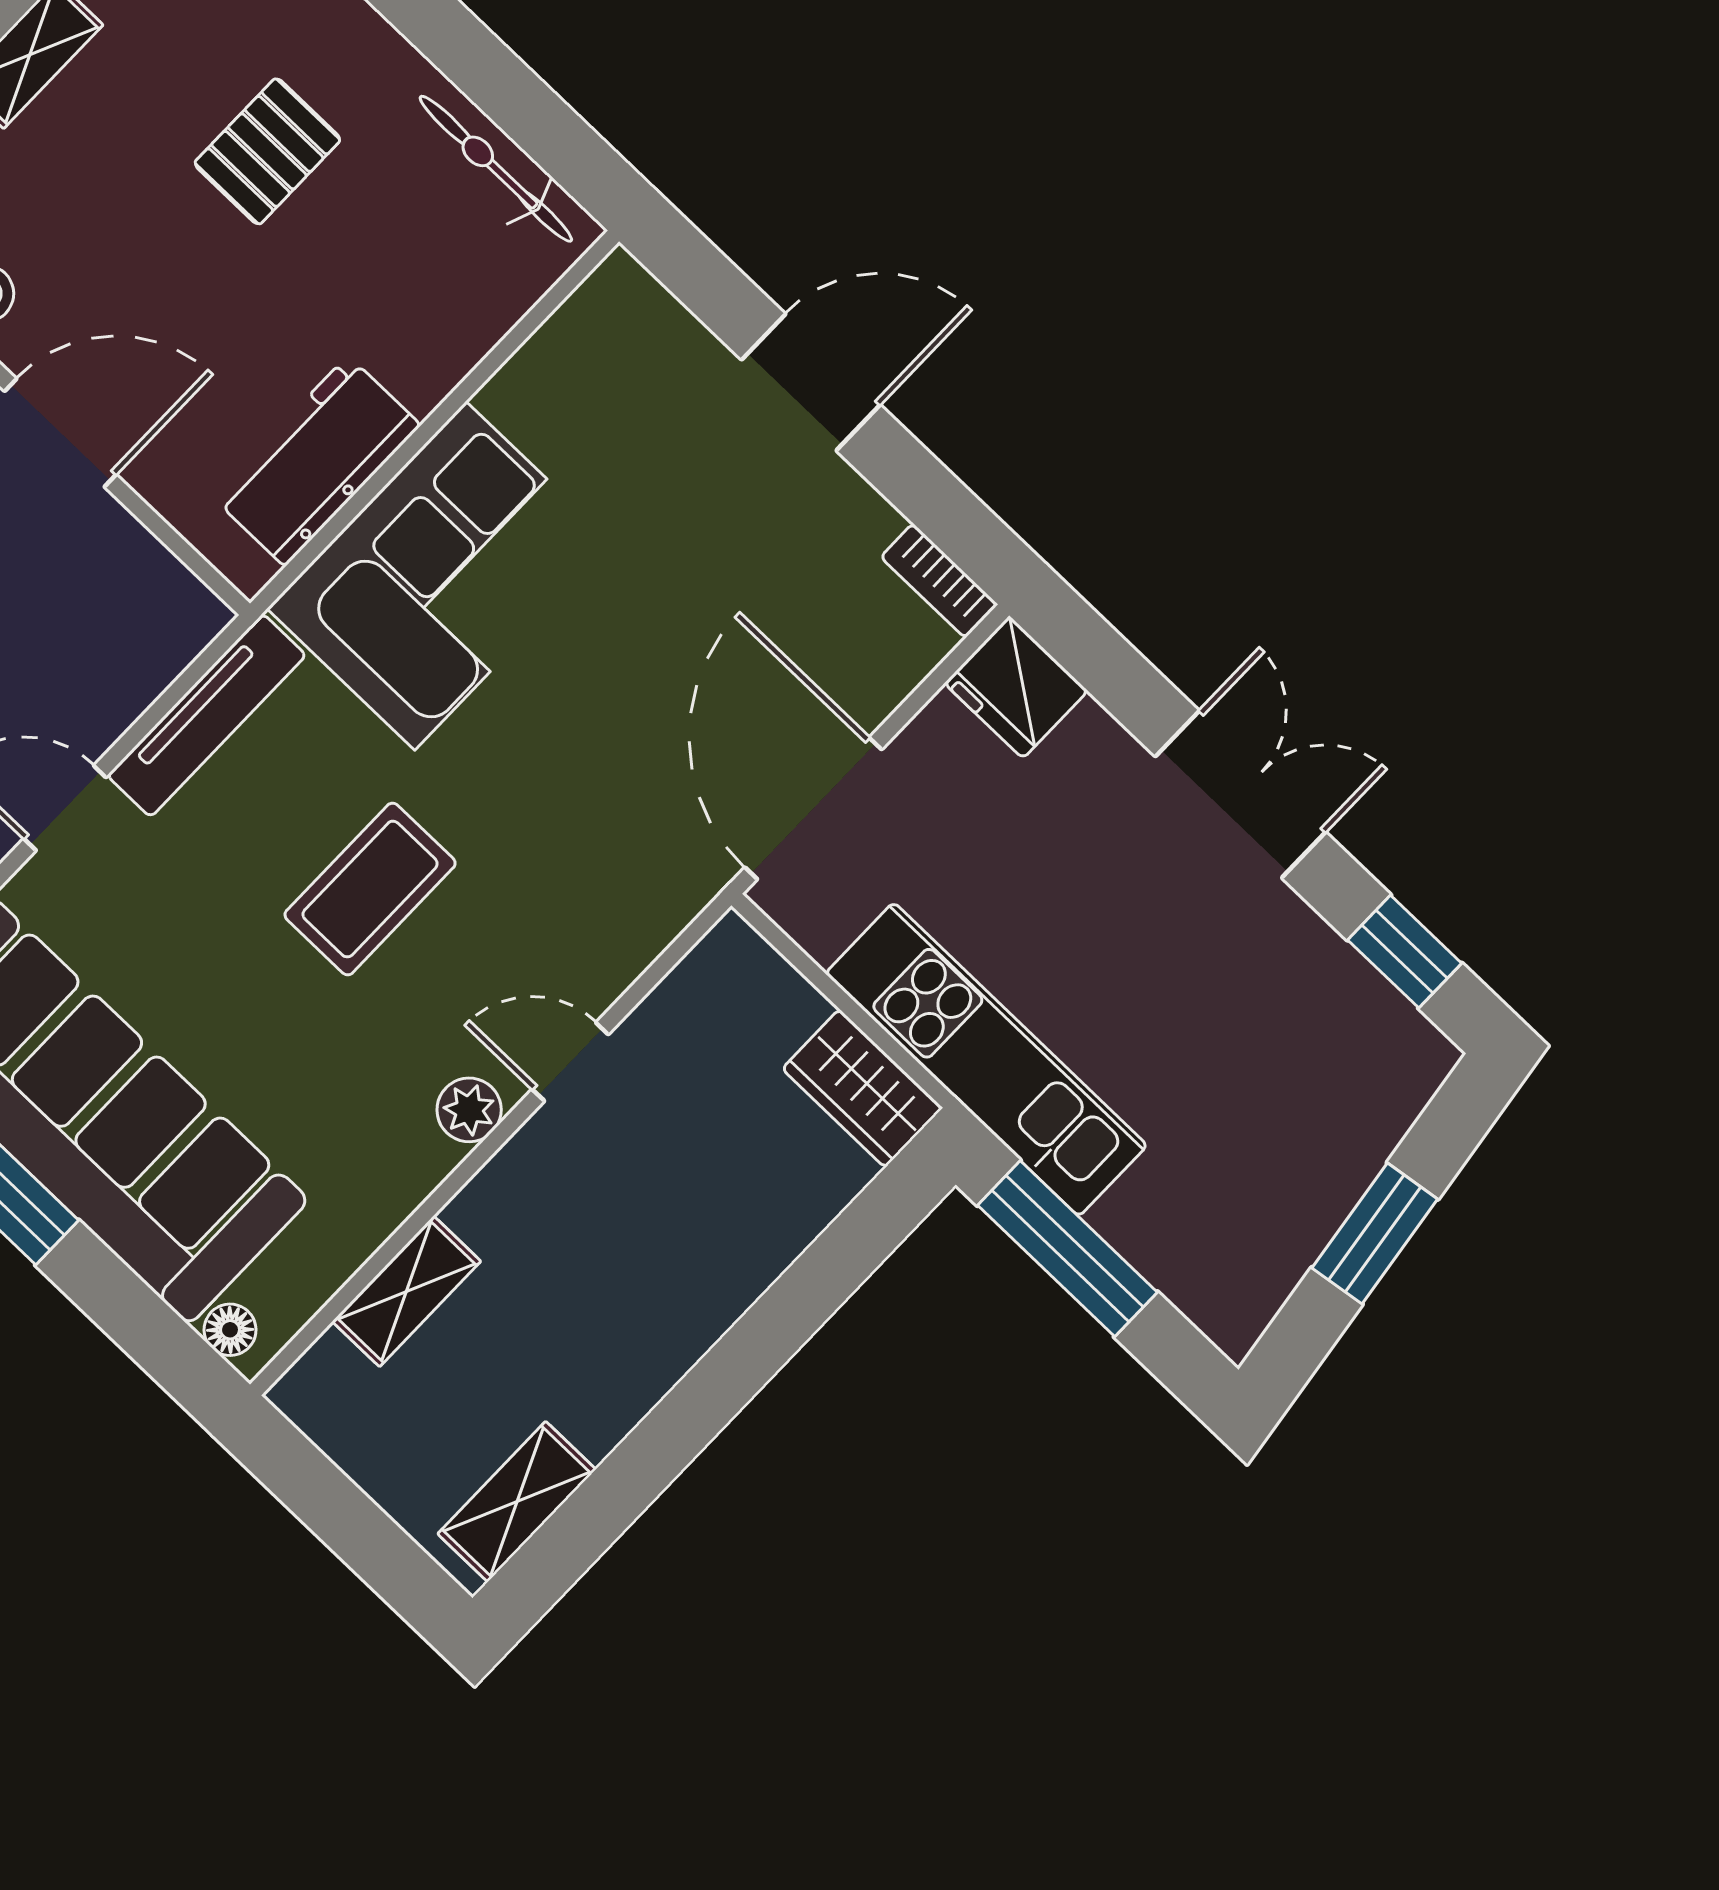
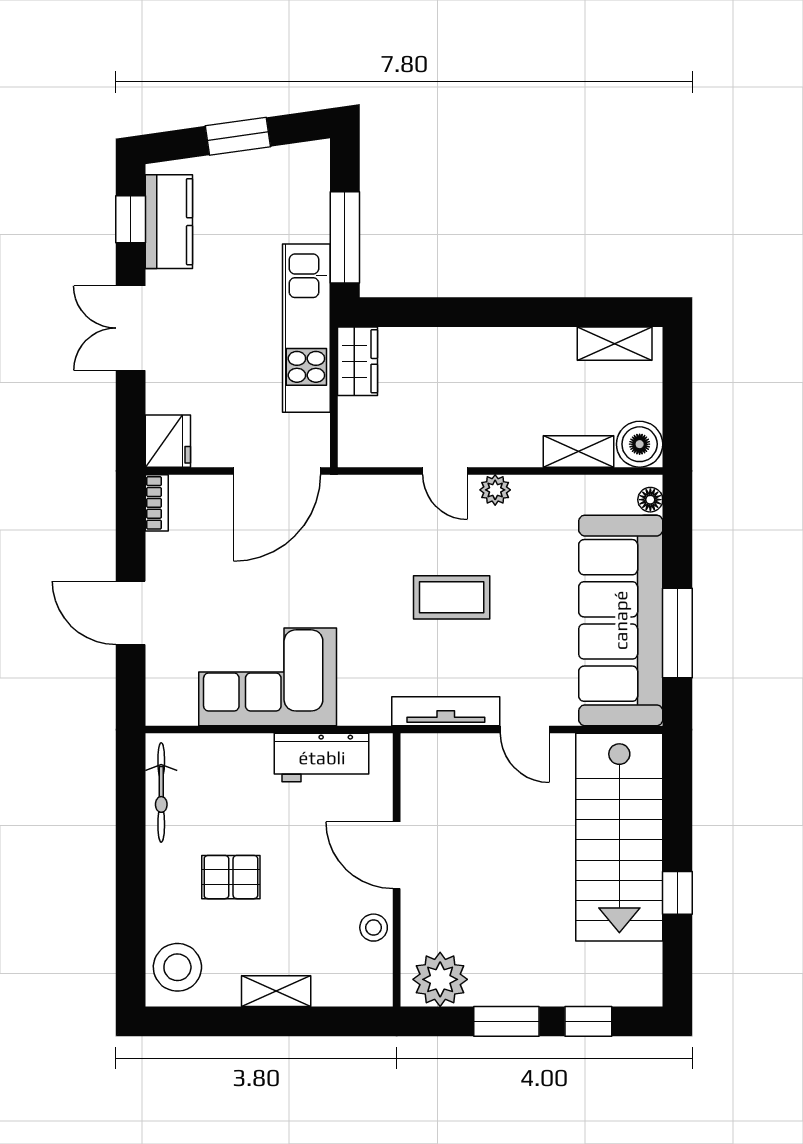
corner sofa: (440, 576) -> (268, 677), moved
kitchen counter: (1346, 1006) -> (169, 222), added
boiler: (329, 1394) -> (640, 444), added

